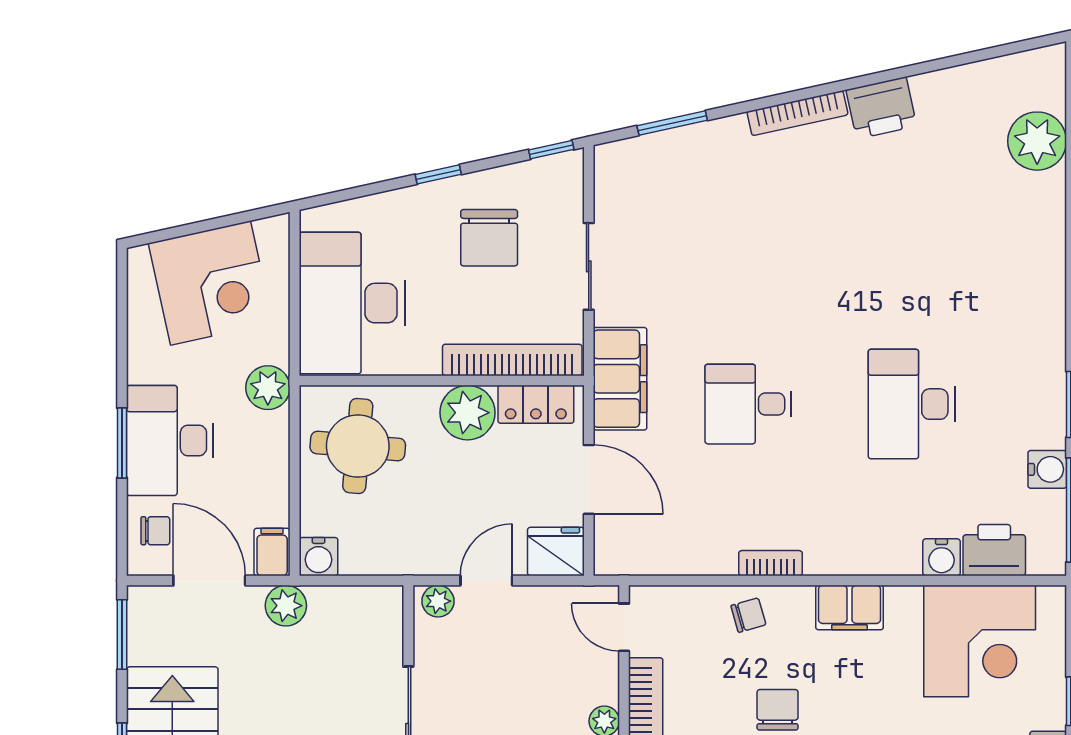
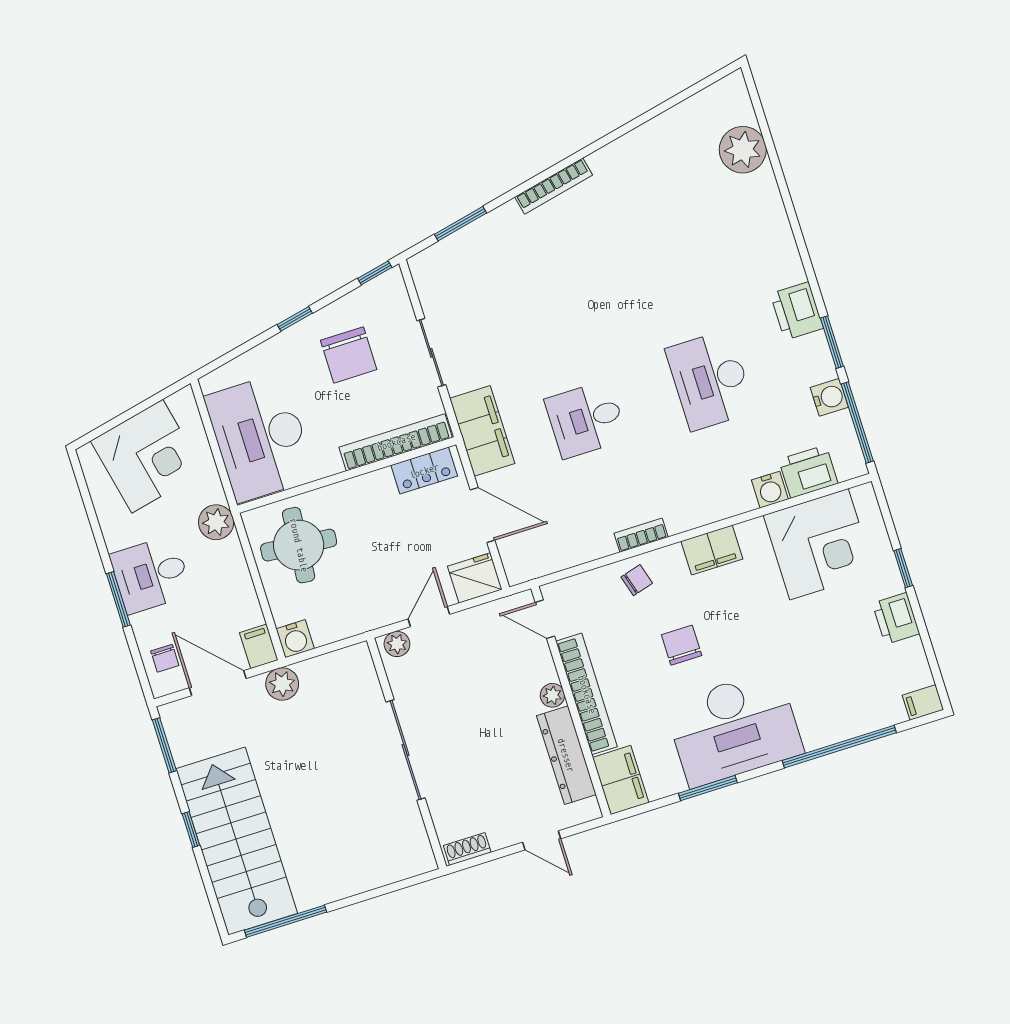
printer: (881, 108) -> (797, 311), moved, turned 102
plant: (467, 413) -> (374, 493), removed
desk: (170, 440) -> (151, 575), width x0.73
chair: (155, 531) -> (165, 658), turned 90

